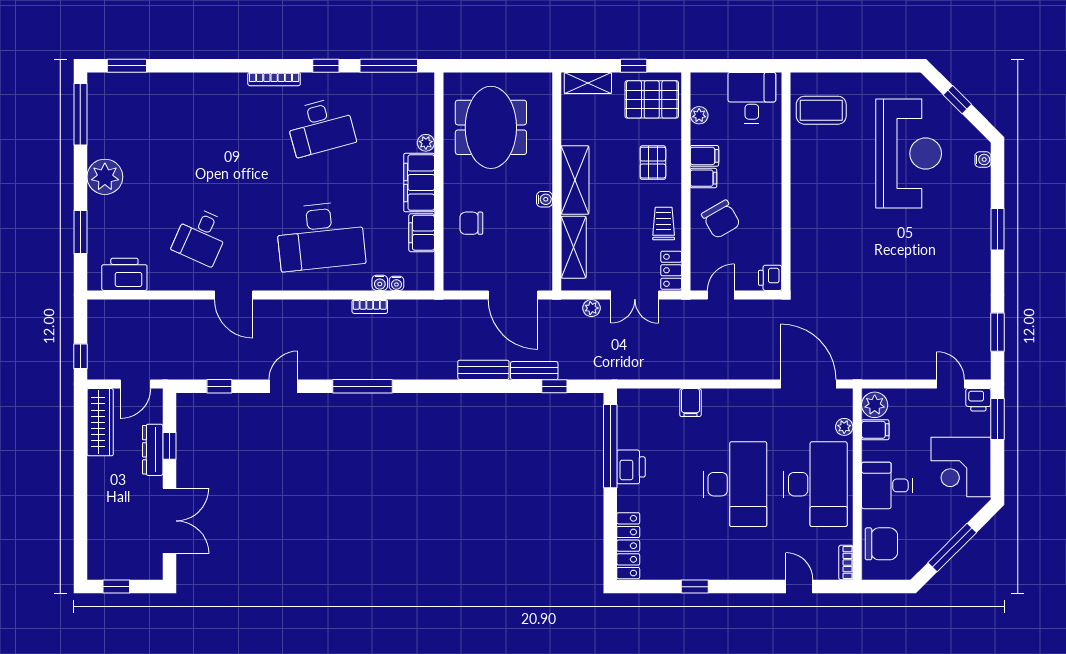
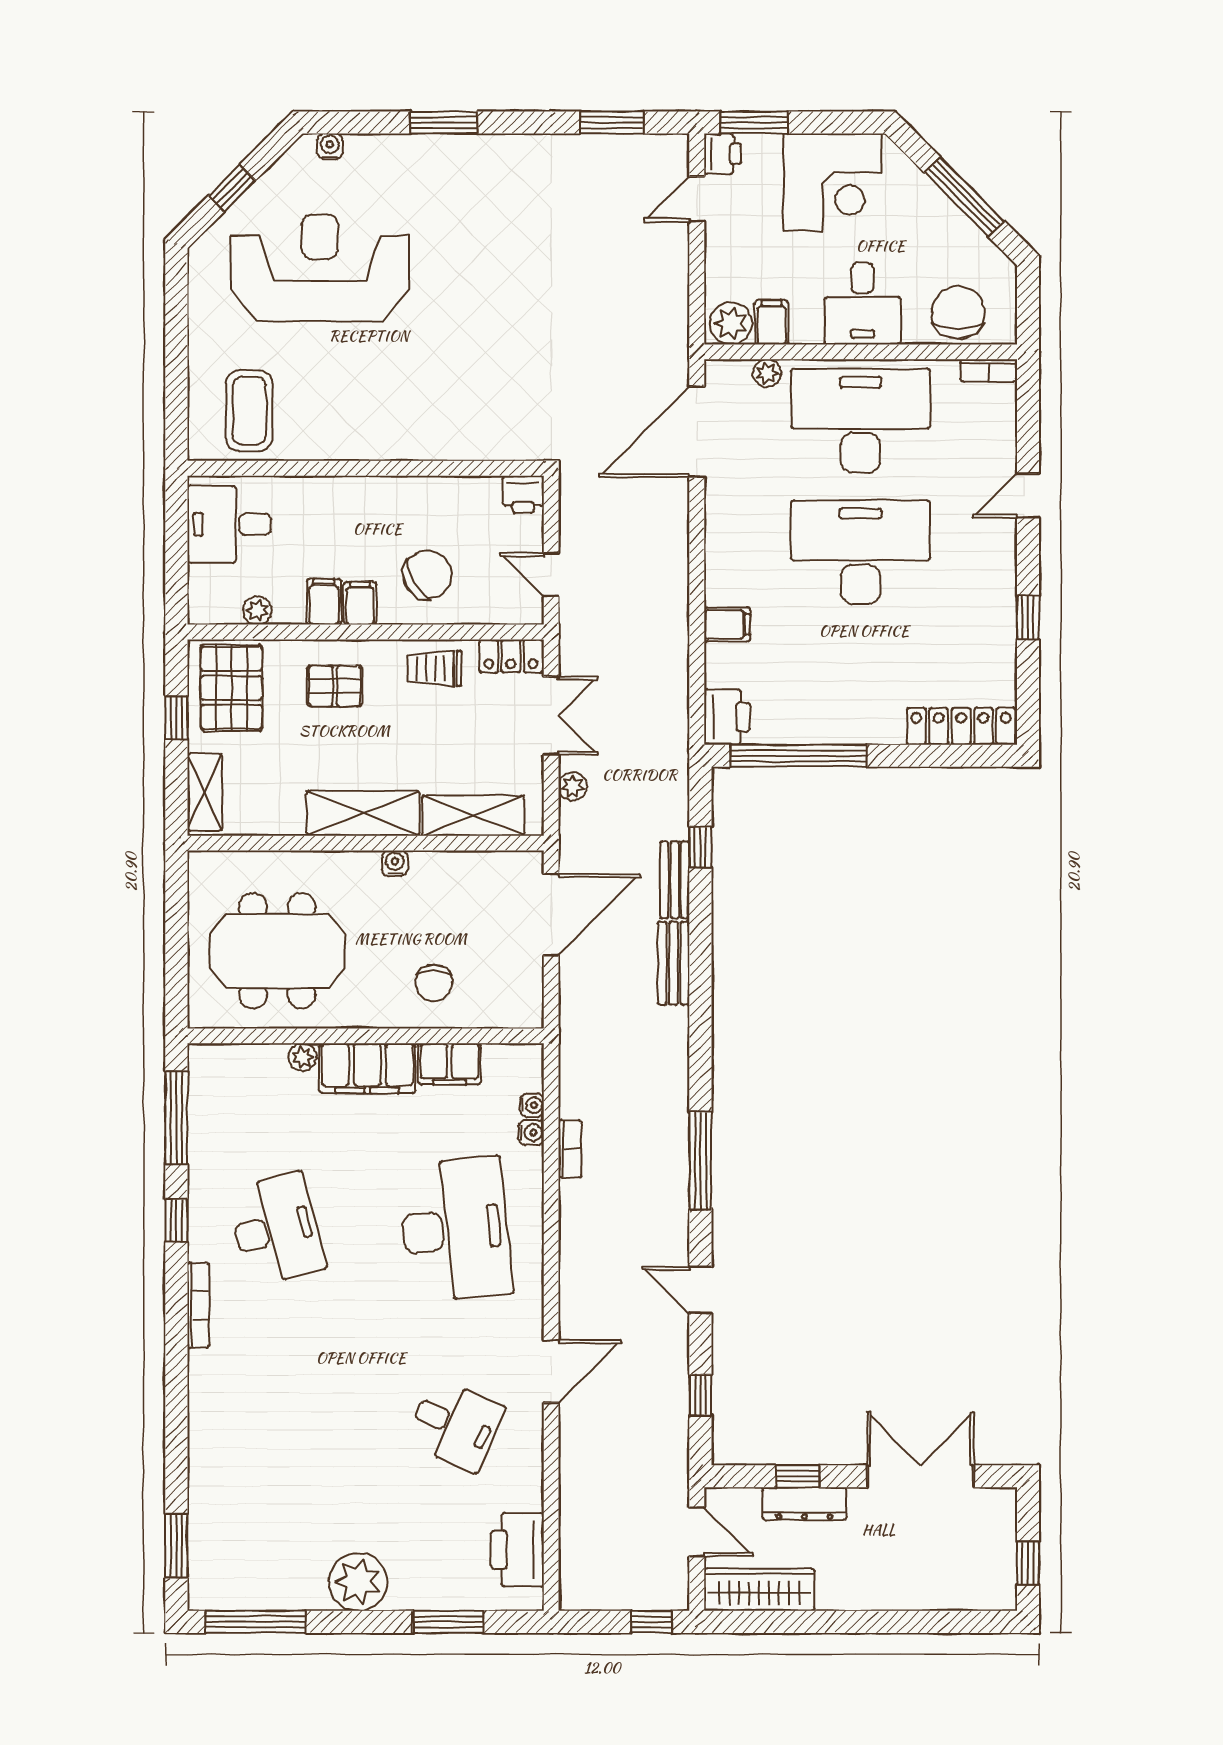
printer: (631, 467) -> (727, 717), moved, turned 90
door: (799, 587) -> (1028, 496), moved

